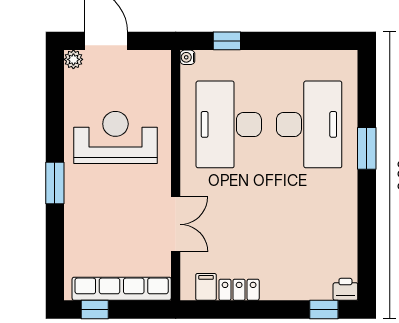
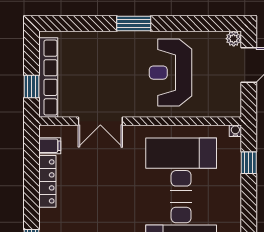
reception desk: (115, 137) -> (171, 73), turned 180
locker: (239, 290) -> (47, 181), width x1.53
window: (95, 310) -> (31, 87), moved

